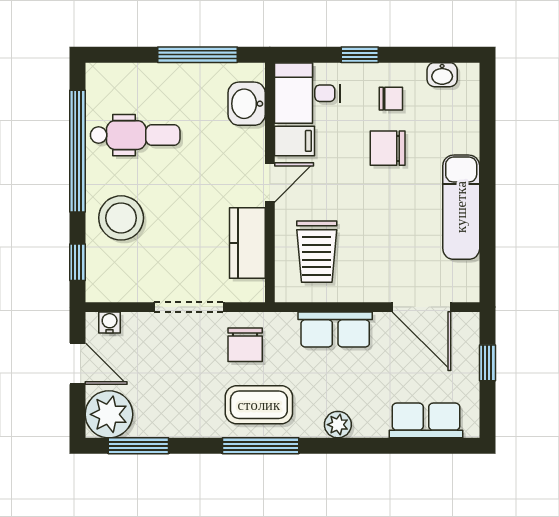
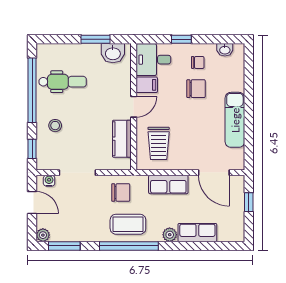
window: (197, 55) -> (96, 39), width x0.69
washbasin: (247, 104) -> (113, 53), moved, turned -90
chair: (388, 148) -> (196, 89), turned 180
stool: (121, 218) -> (55, 126), width x0.53, depth x0.53
doorway: (189, 307) -> (77, 173), moved
chair: (245, 345) -> (121, 193), turned -90
plant: (109, 414) -> (43, 235), width x0.53, depth x0.53
row of seats: (426, 420) -> (197, 233), moved
window: (261, 446) -> (129, 246), width x1.46

